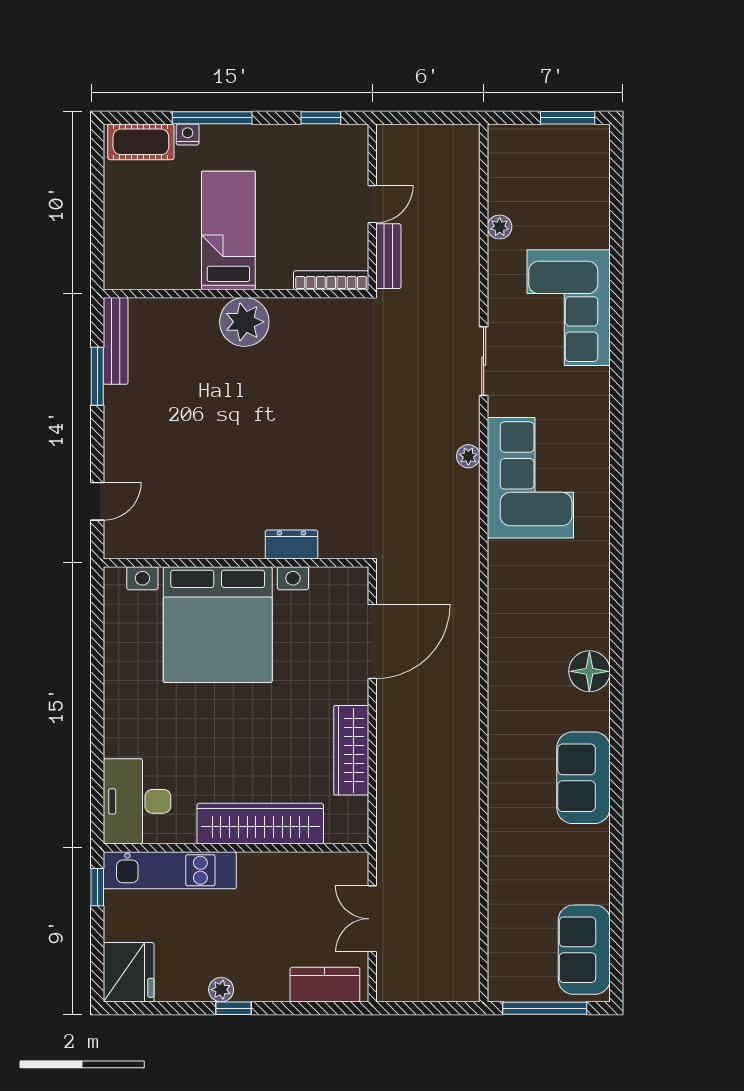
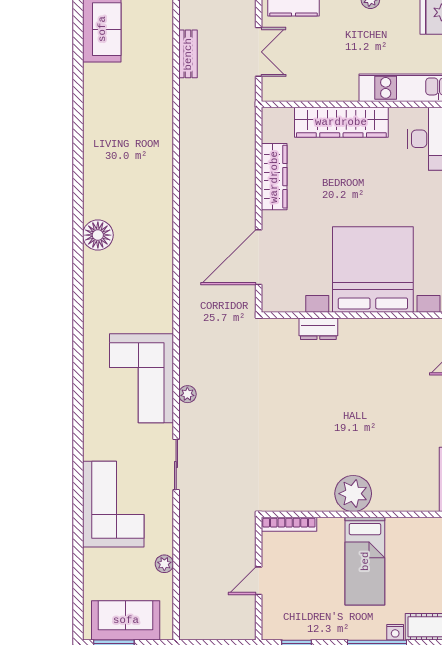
bench: (388, 256) -> (188, 54), moved
sofa: (583, 778) -> (126, 620), moved, turned -90

